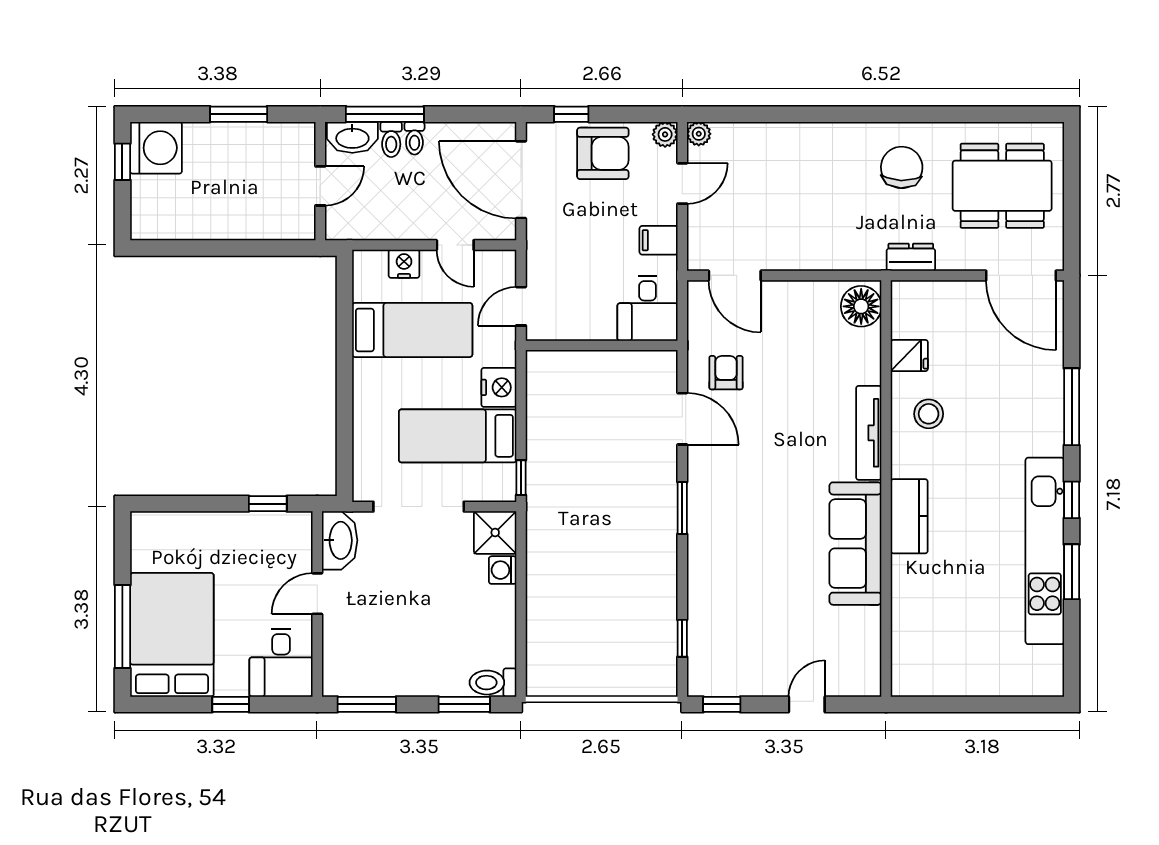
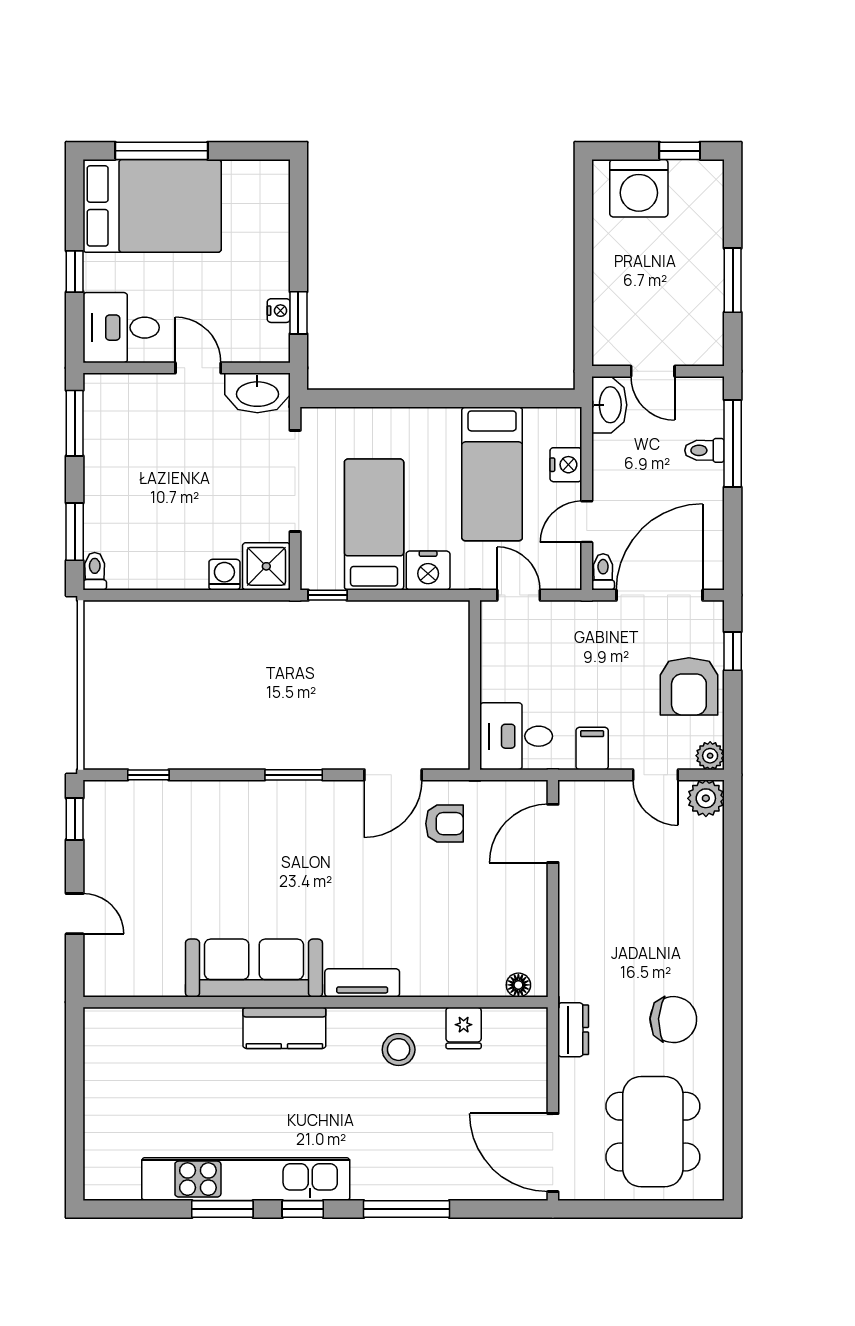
plant: (699, 134) -> (706, 798), width x1.38, depth x1.38
washbasin: (352, 137) -> (609, 405), moved, turned 180
toilet: (414, 138) -> (603, 572), moved, turned 90
washing machine: (156, 148) -> (639, 188), moved
door: (1021, 275) -> (553, 1153), hinge flipped
floor lamp: (861, 306) -> (518, 985), width x0.53, depth x0.53
tv unit: (869, 433) -> (362, 983), width x0.71
nightstand: (266, 521) -> (279, 311), added
toilet: (493, 683) -> (95, 571), width x0.73, depth x0.72

